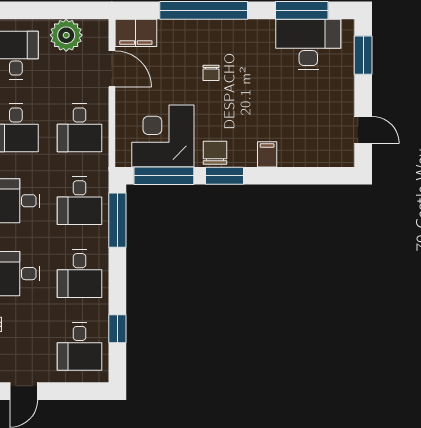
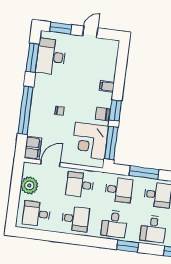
desk: (80, 128) -> (80, 185), turned 180
door: (363, 130) -> (90, 32), moved
window: (117, 220) -> (144, 173), moved

